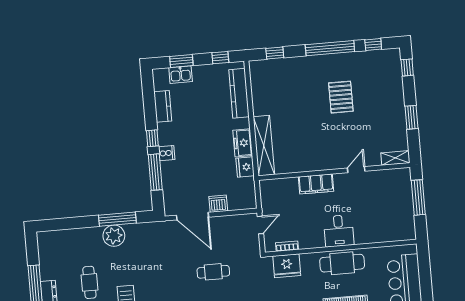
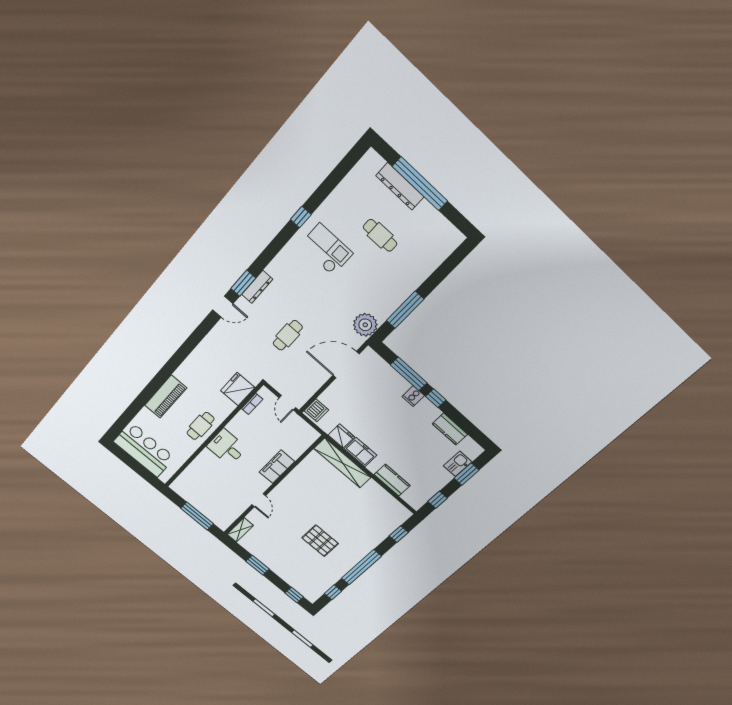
kitchen counter: (239, 93) -> (392, 480), width x0.67
dishwasher: (218, 204) -> (316, 410), moved
plant: (114, 236) -> (365, 325), moved
cafe table: (342, 263) -> (201, 426), width x0.73, depth x0.74

